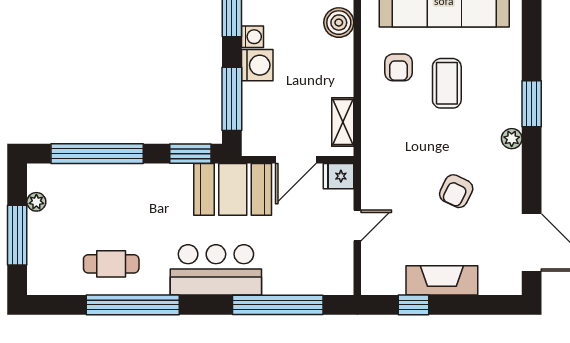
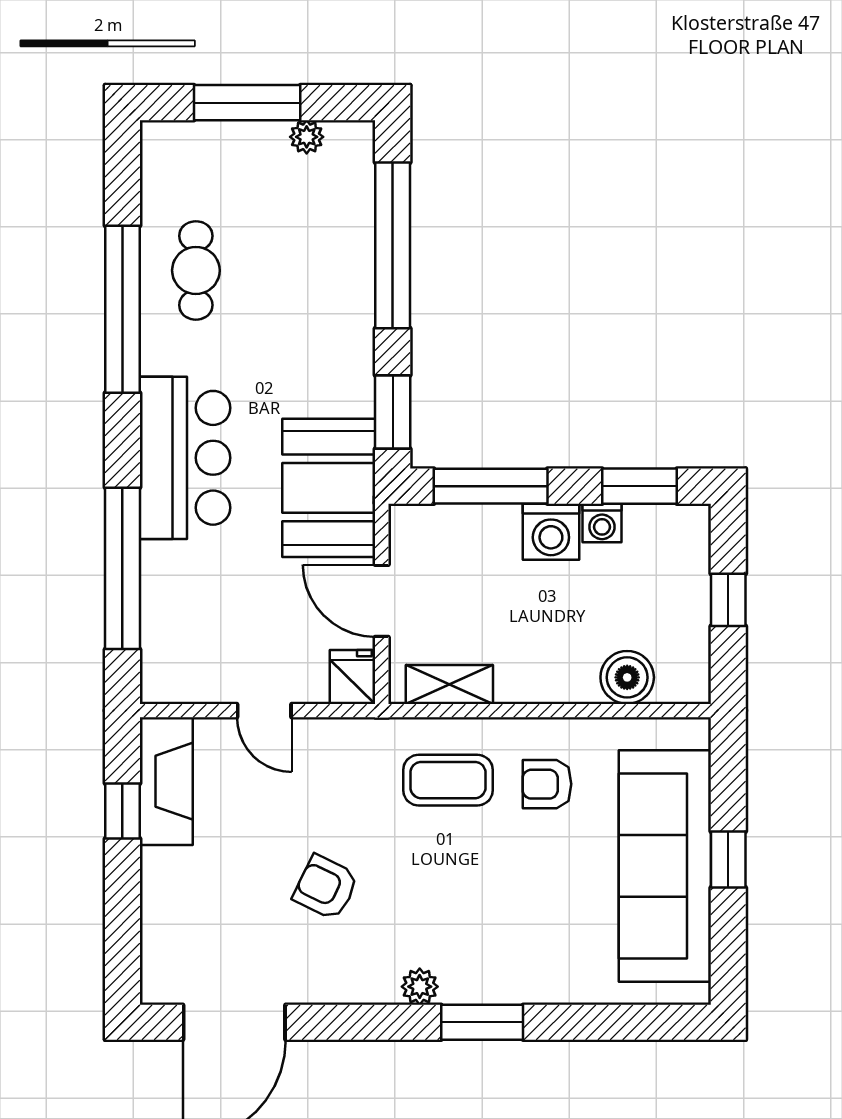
coffee table: (447, 83) -> (448, 780), moved
fireplace: (442, 280) -> (166, 781), moved

